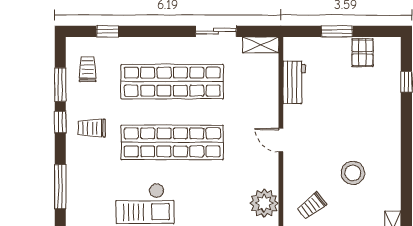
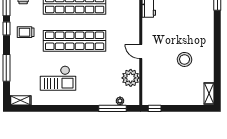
door: (281, 140) -> (141, 51), moved
trolley: (312, 206) -> (160, 79), removed

